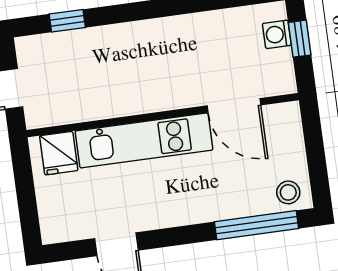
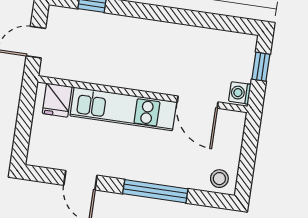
washing machine: (277, 34) -> (240, 93), moved
window: (257, 225) -> (155, 191), moved

